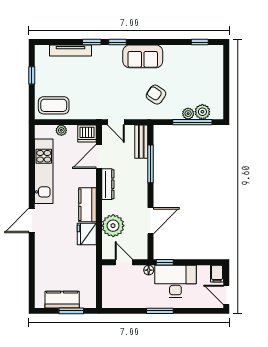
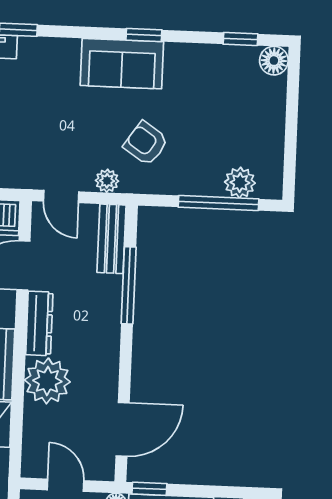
window: (118, 42) -> (144, 35), moved
floor lamp: (216, 52) -> (274, 61), added
plant: (188, 114) -> (107, 181), moved
door: (150, 221) -> (123, 429), moved
plant: (113, 226) -> (47, 381), moved

